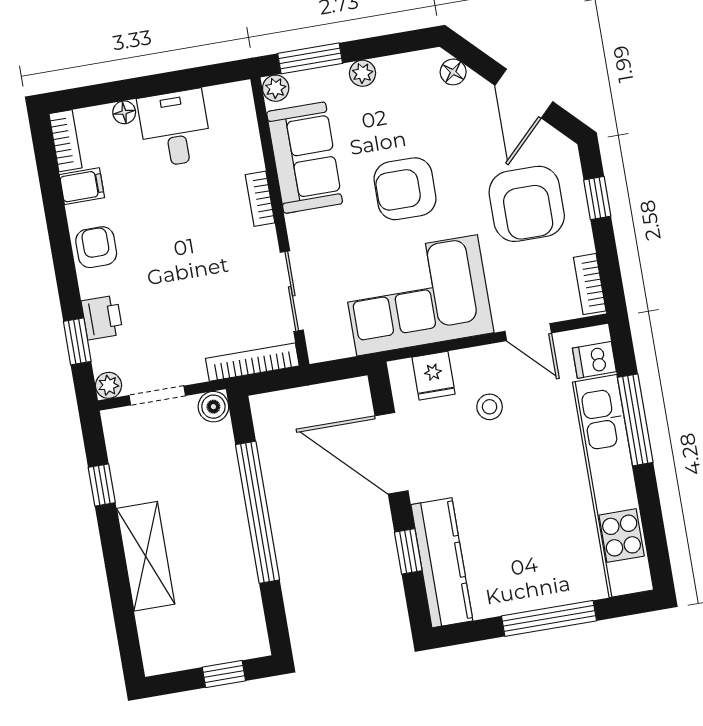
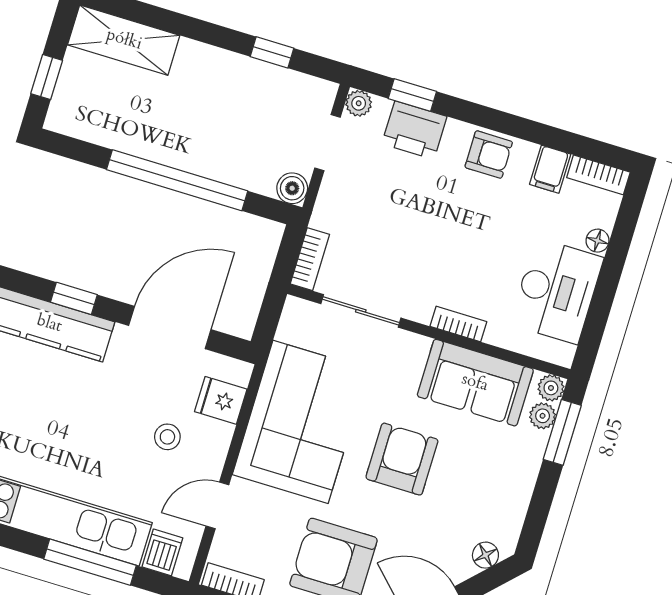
plant: (362, 73) -> (543, 416), moved
desk: (175, 128) -> (557, 291), width x1.37
printer: (102, 318) -> (414, 130), width x1.36, depth x1.24
bookcase: (252, 362) -> (310, 259), width x0.64
shelving: (146, 556) -> (124, 40), moved

